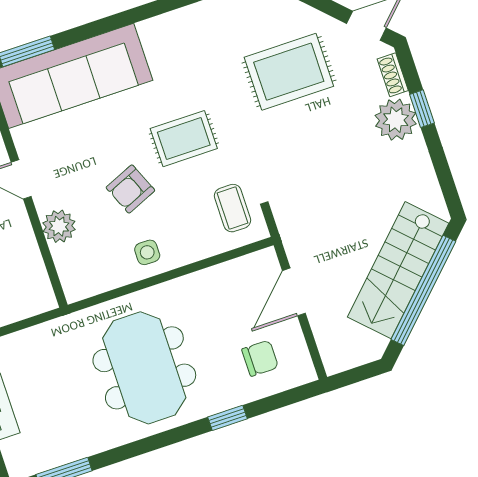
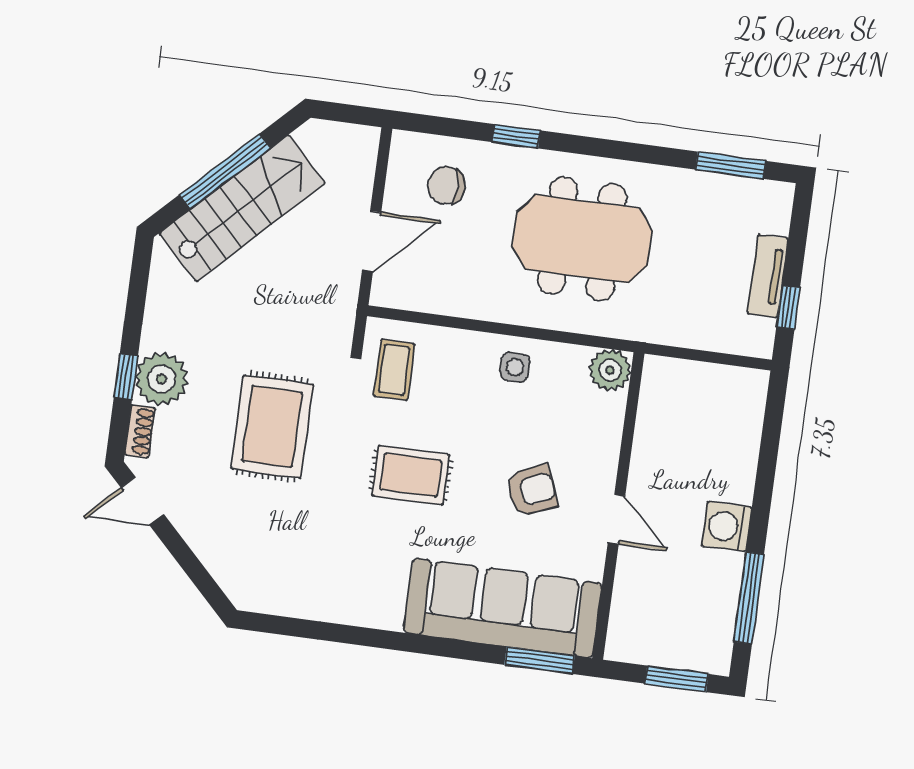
rug: (289, 72) -> (272, 427), moved, turned 90
armchair: (130, 189) -> (532, 491), moved
plant: (59, 226) -> (610, 370), moved
window: (423, 290) -> (225, 171), width x0.68
meeting table: (144, 368) -> (582, 239), turned 90

